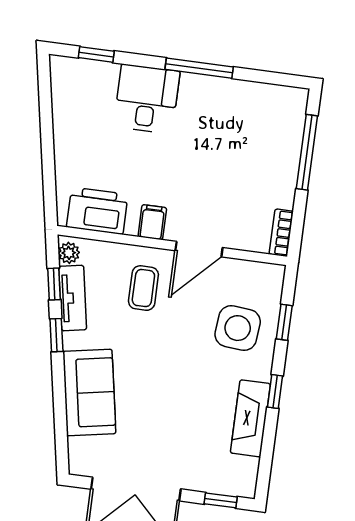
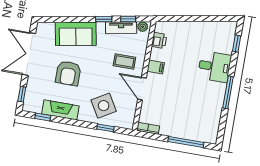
printer: (97, 211) -> (159, 40), width x0.53, depth x0.68
side table: (238, 328) -> (104, 106), turned -36
window: (275, 391) -> (43, 117), moved
armchair: (173, 405) -> (68, 73), added

